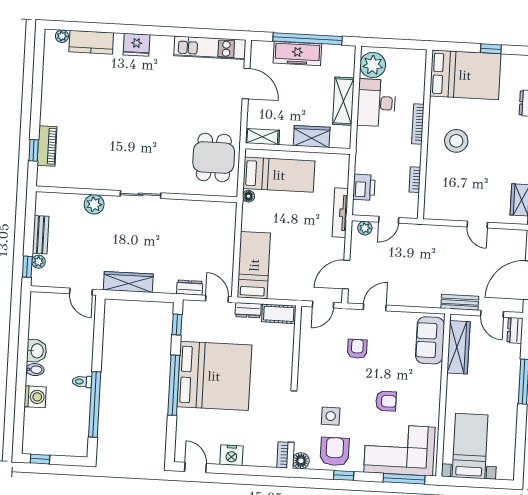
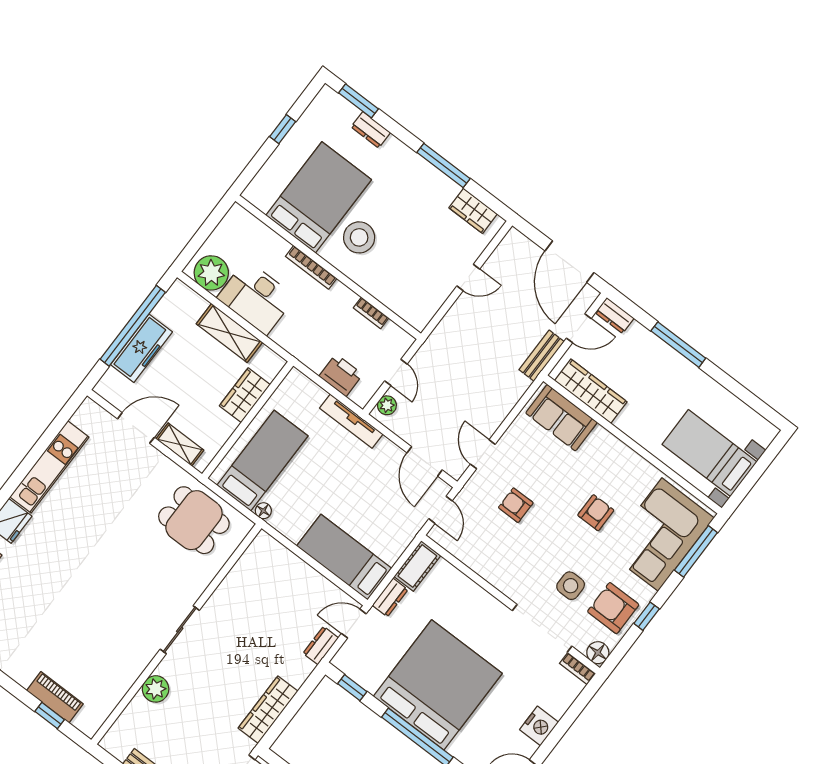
kitchen unit: (210, 48) -> (49, 467), moved
bed: (465, 75) -> (319, 197), moved
shelving: (262, 137) -> (180, 445), moved, turned 90

